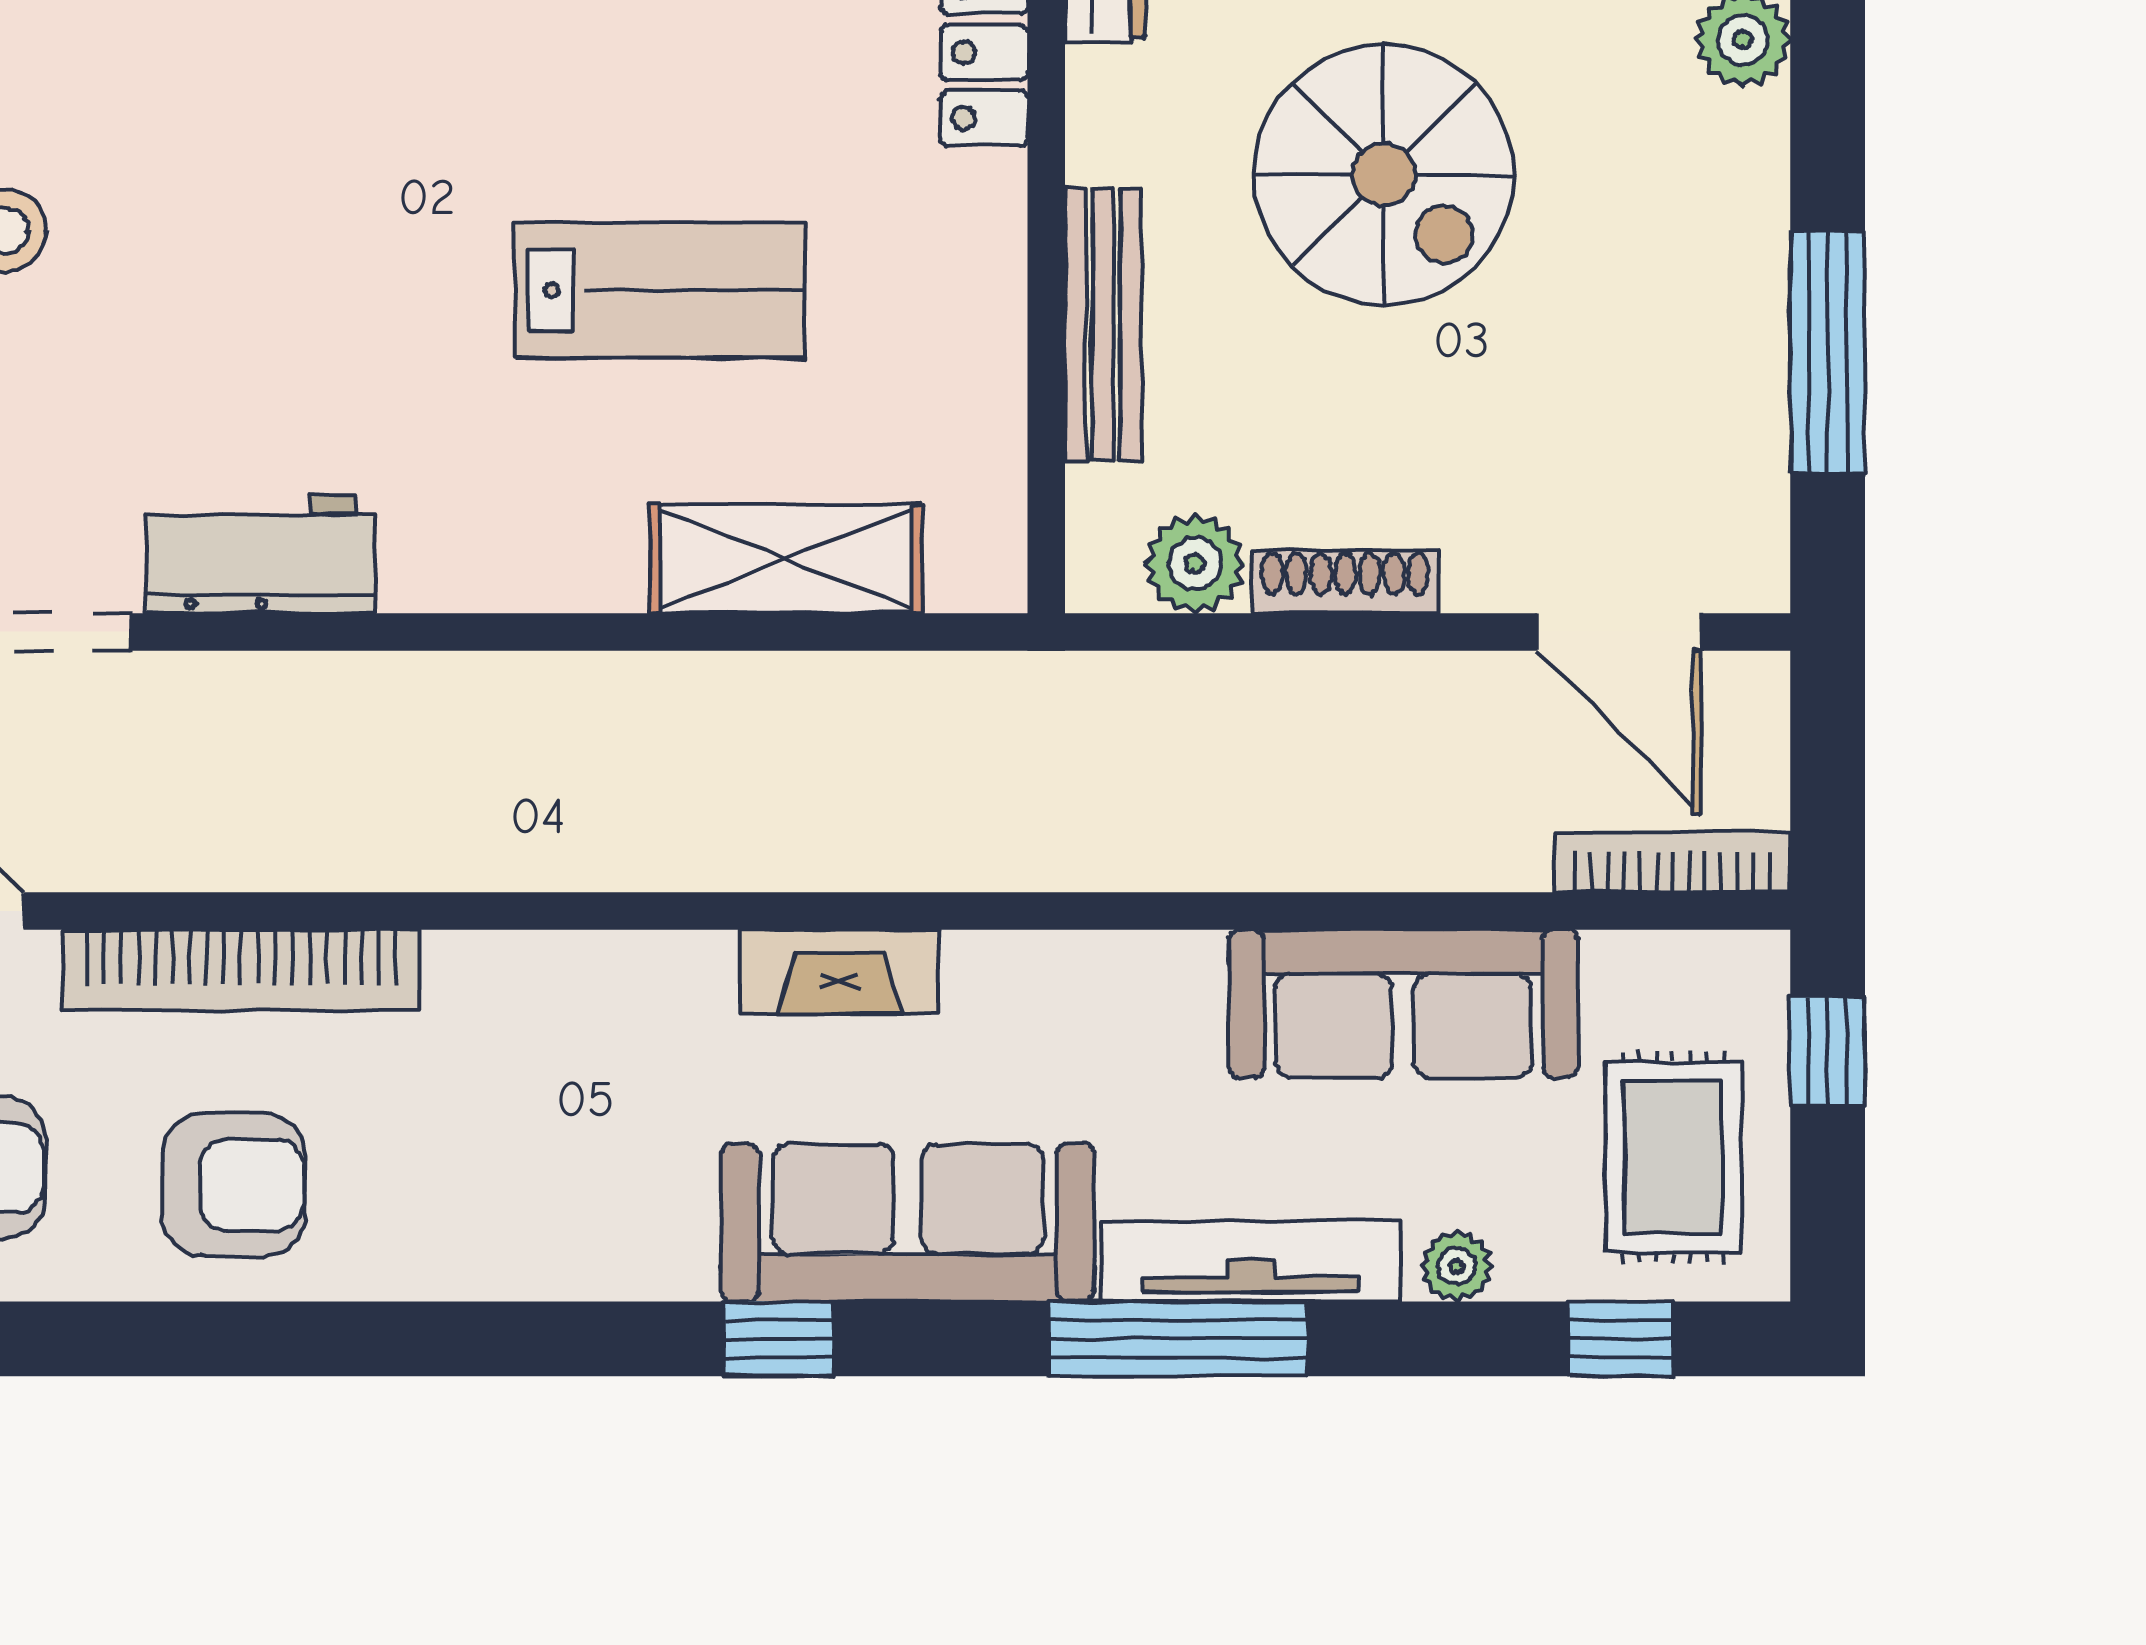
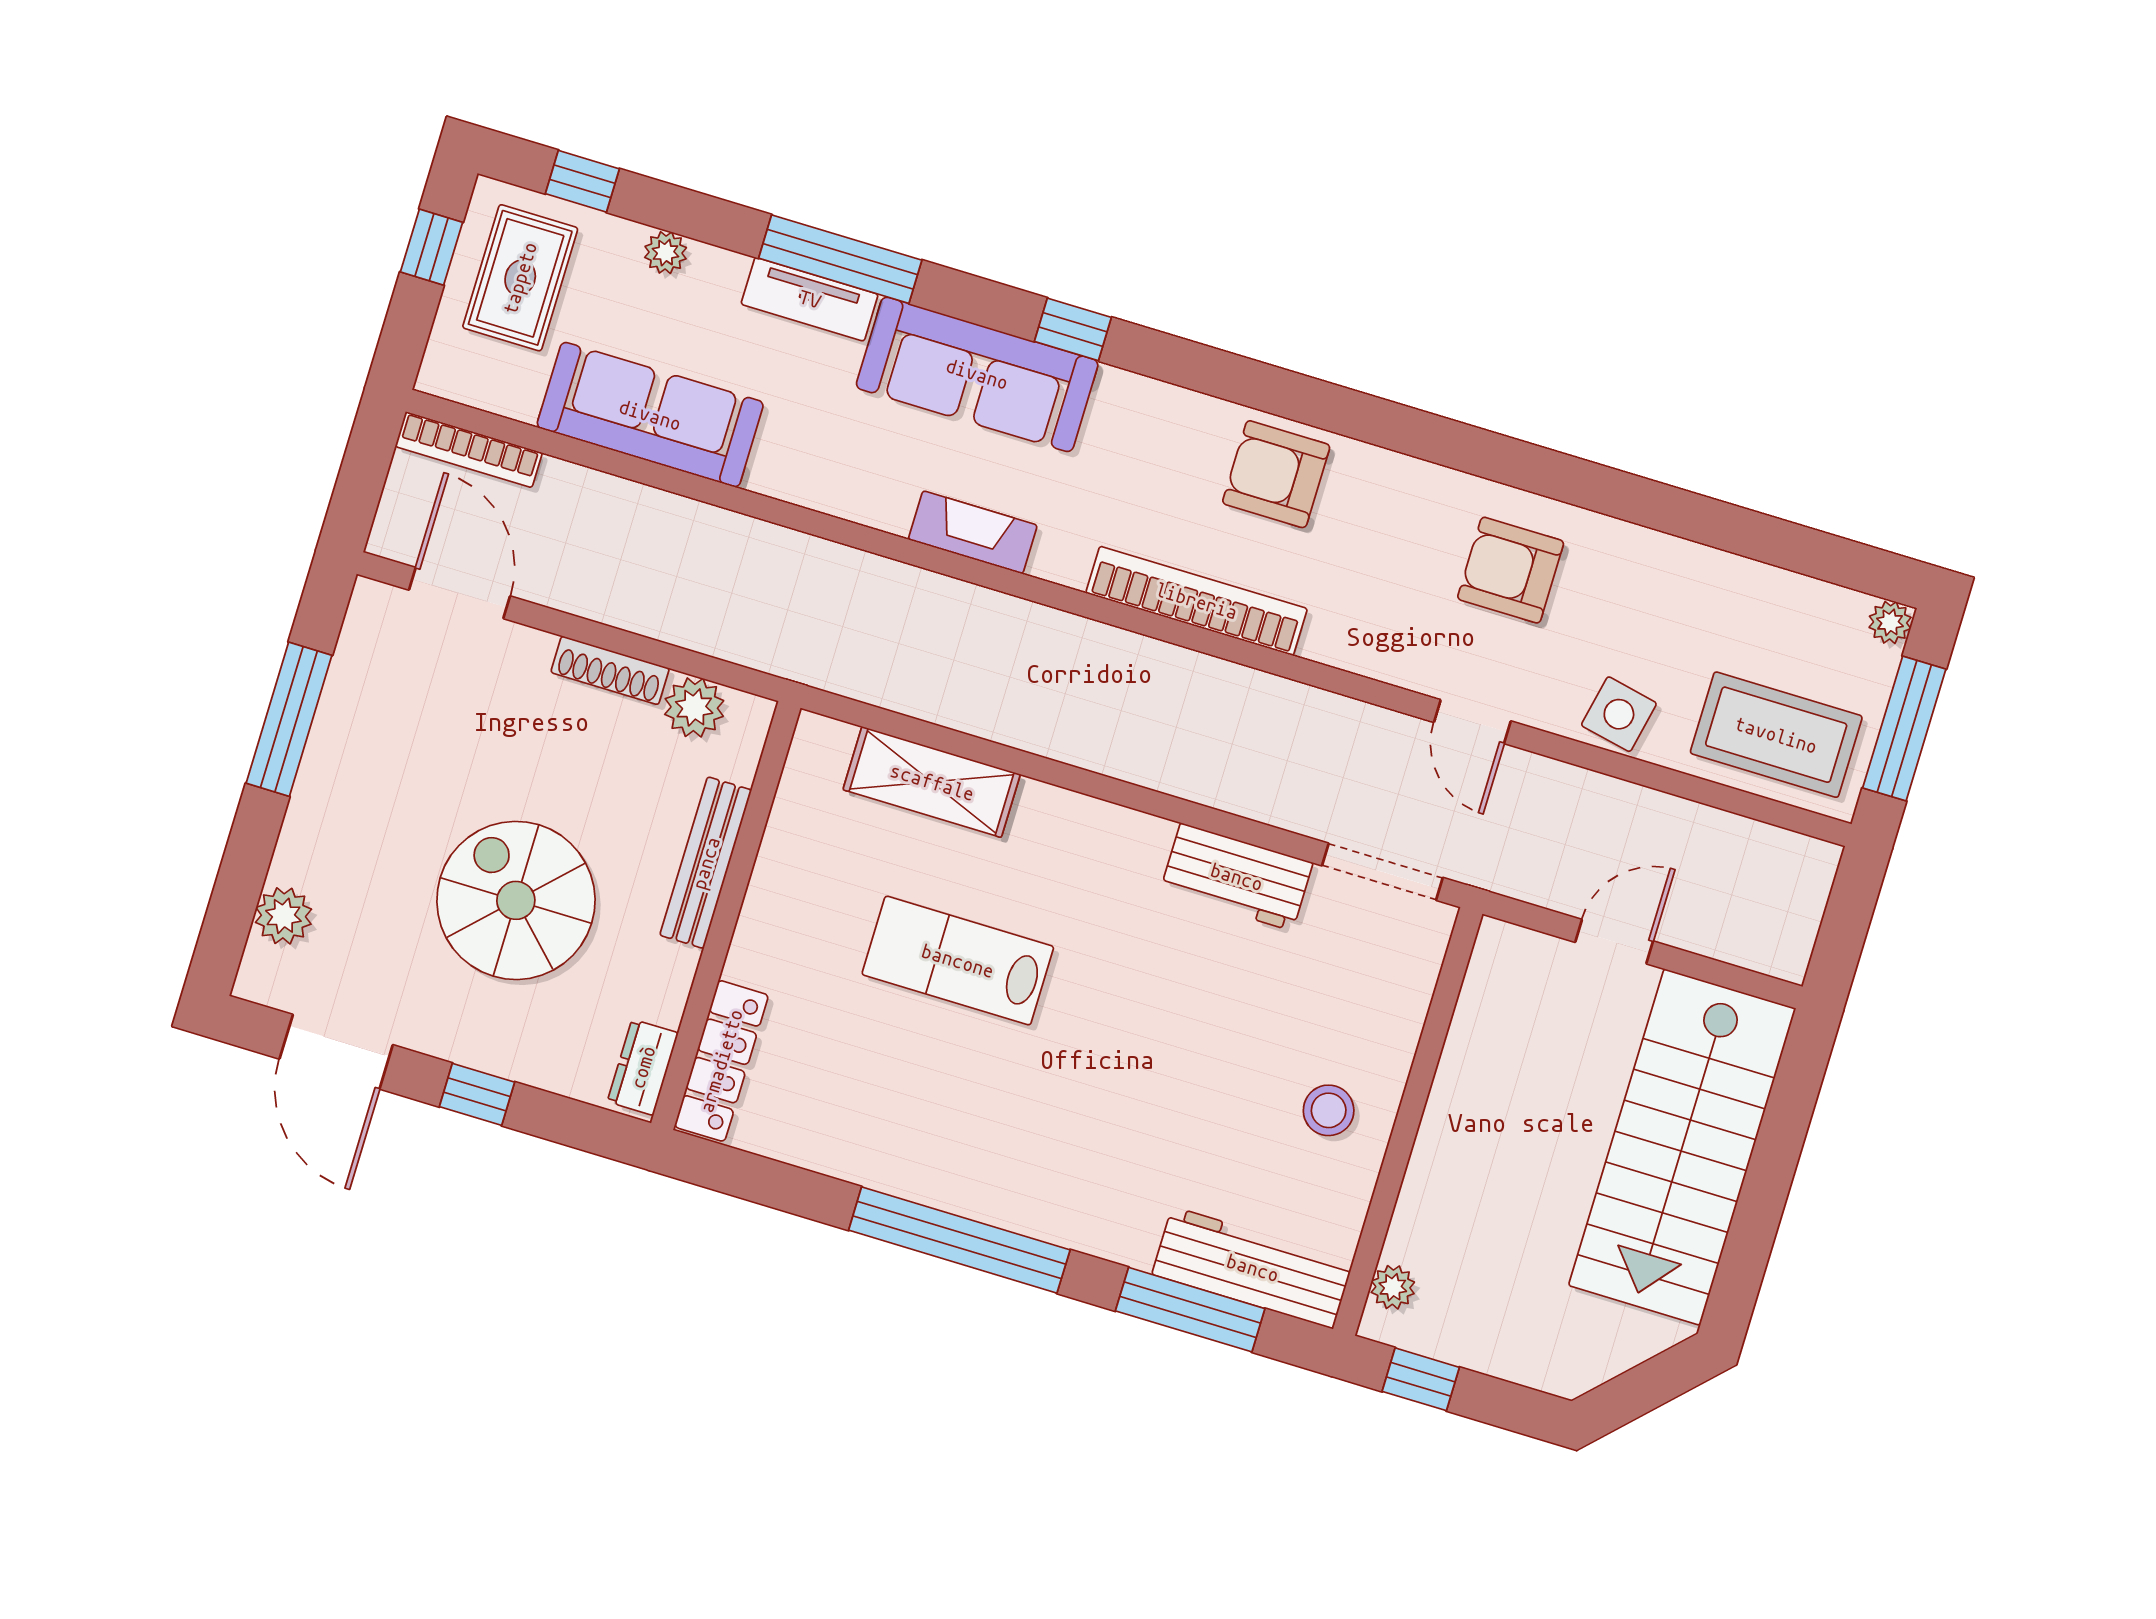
bookcase: (241, 970) -> (1197, 601), moved
window: (1828, 1051) -> (432, 247), moved
armchair: (234, 1185) -> (1276, 474), moved
tv unit: (1251, 1261) -> (810, 299), width x0.71

